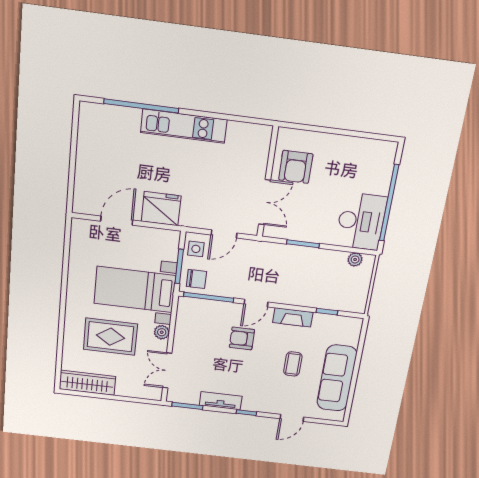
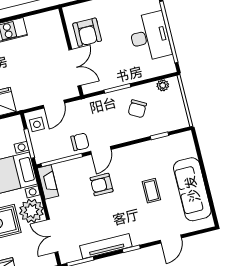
desk: (361, 221) -> (150, 37), moved
chair: (315, 274) -> (137, 109), added
chair: (196, 279) -> (80, 142), moved
fireplace: (293, 317) -> (48, 182), moved, turned -90
plant: (162, 332) -> (32, 211), width x1.88, depth x1.88
tv unit: (221, 401) -> (106, 246), width x1.41

